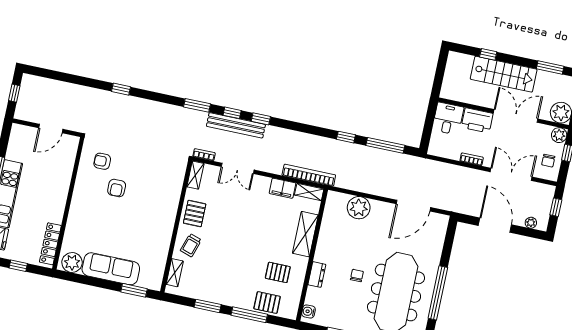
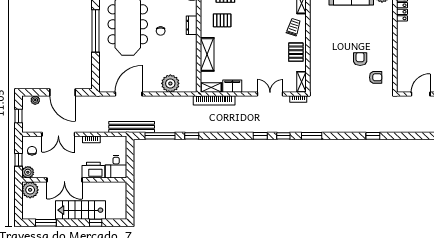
bench: (236, 125) -> (132, 127), moved

